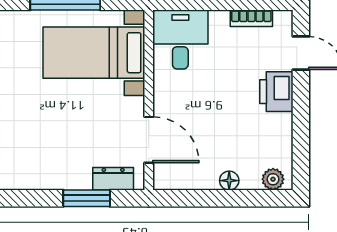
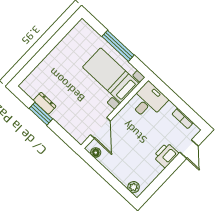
dresser: (113, 179) -> (45, 103), moved
floor lamp: (229, 181) -> (96, 153), moved
window: (87, 198) -> (41, 114), moved

